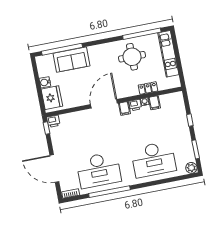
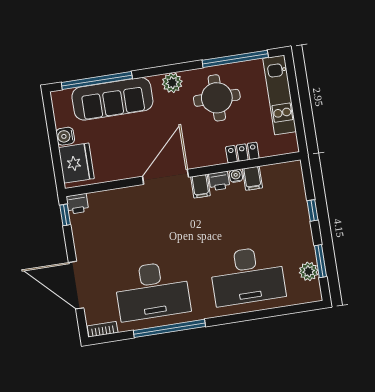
plant: (106, 49) -> (172, 83), added
sofa: (71, 60) -> (112, 99), width x1.36
plant: (191, 168) -> (309, 271), moved

